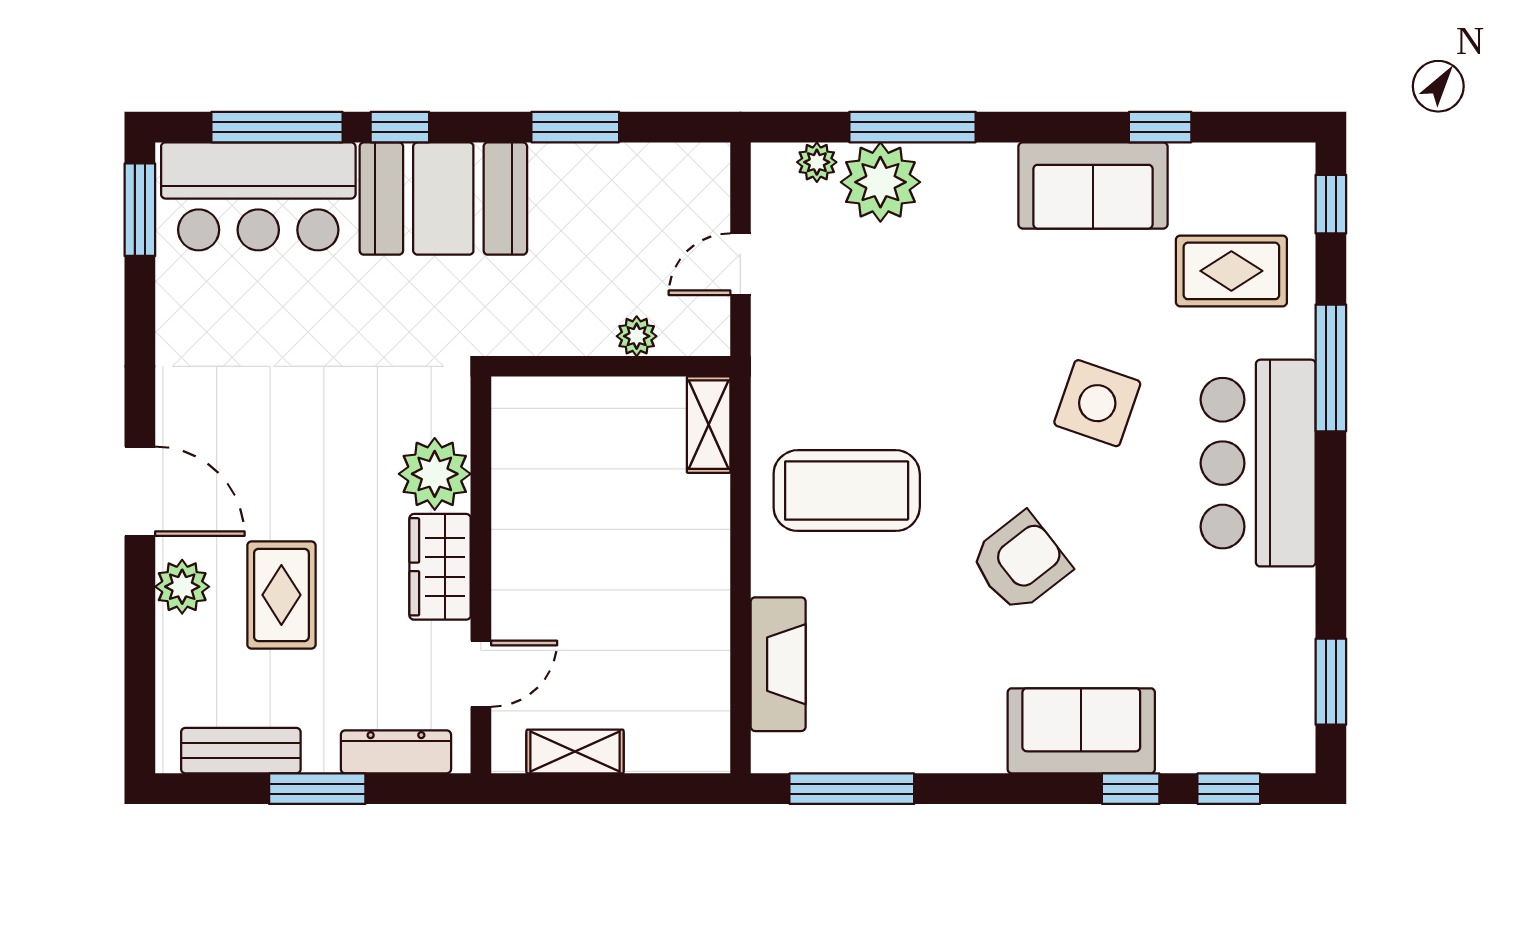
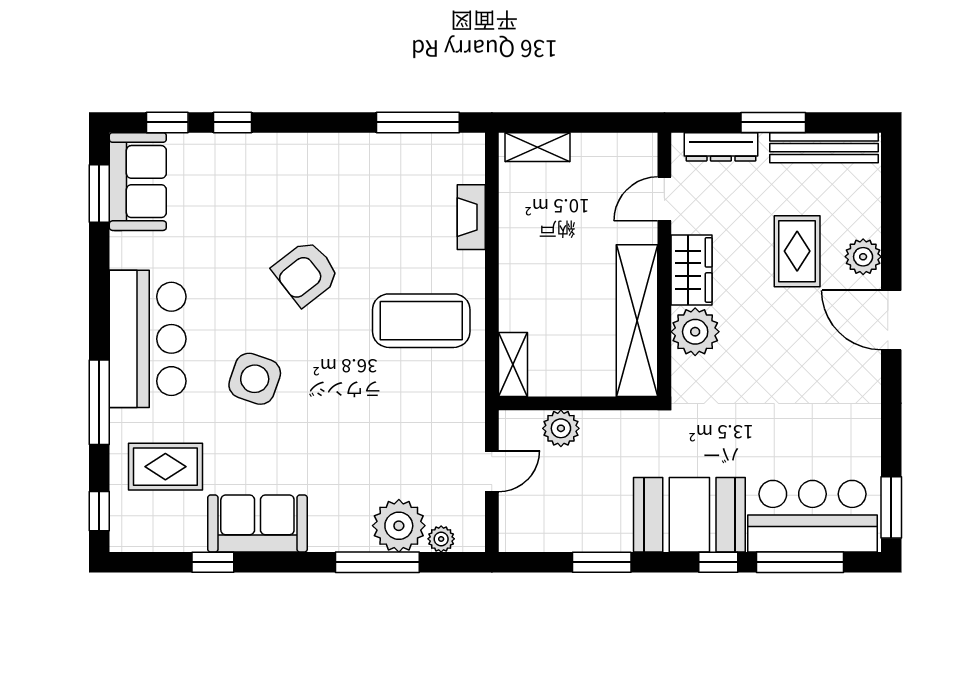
plant: (637, 336) -> (561, 428), width x1.38, depth x1.38
shelving: (522, 491) -> (637, 321), added
fireplace: (778, 664) -> (471, 217), width x0.73, depth x0.76
sofa: (1081, 731) -> (138, 182), moved, turned -90
bench: (241, 751) -> (824, 148), width x1.36
shelving: (575, 752) -> (537, 147), moved

